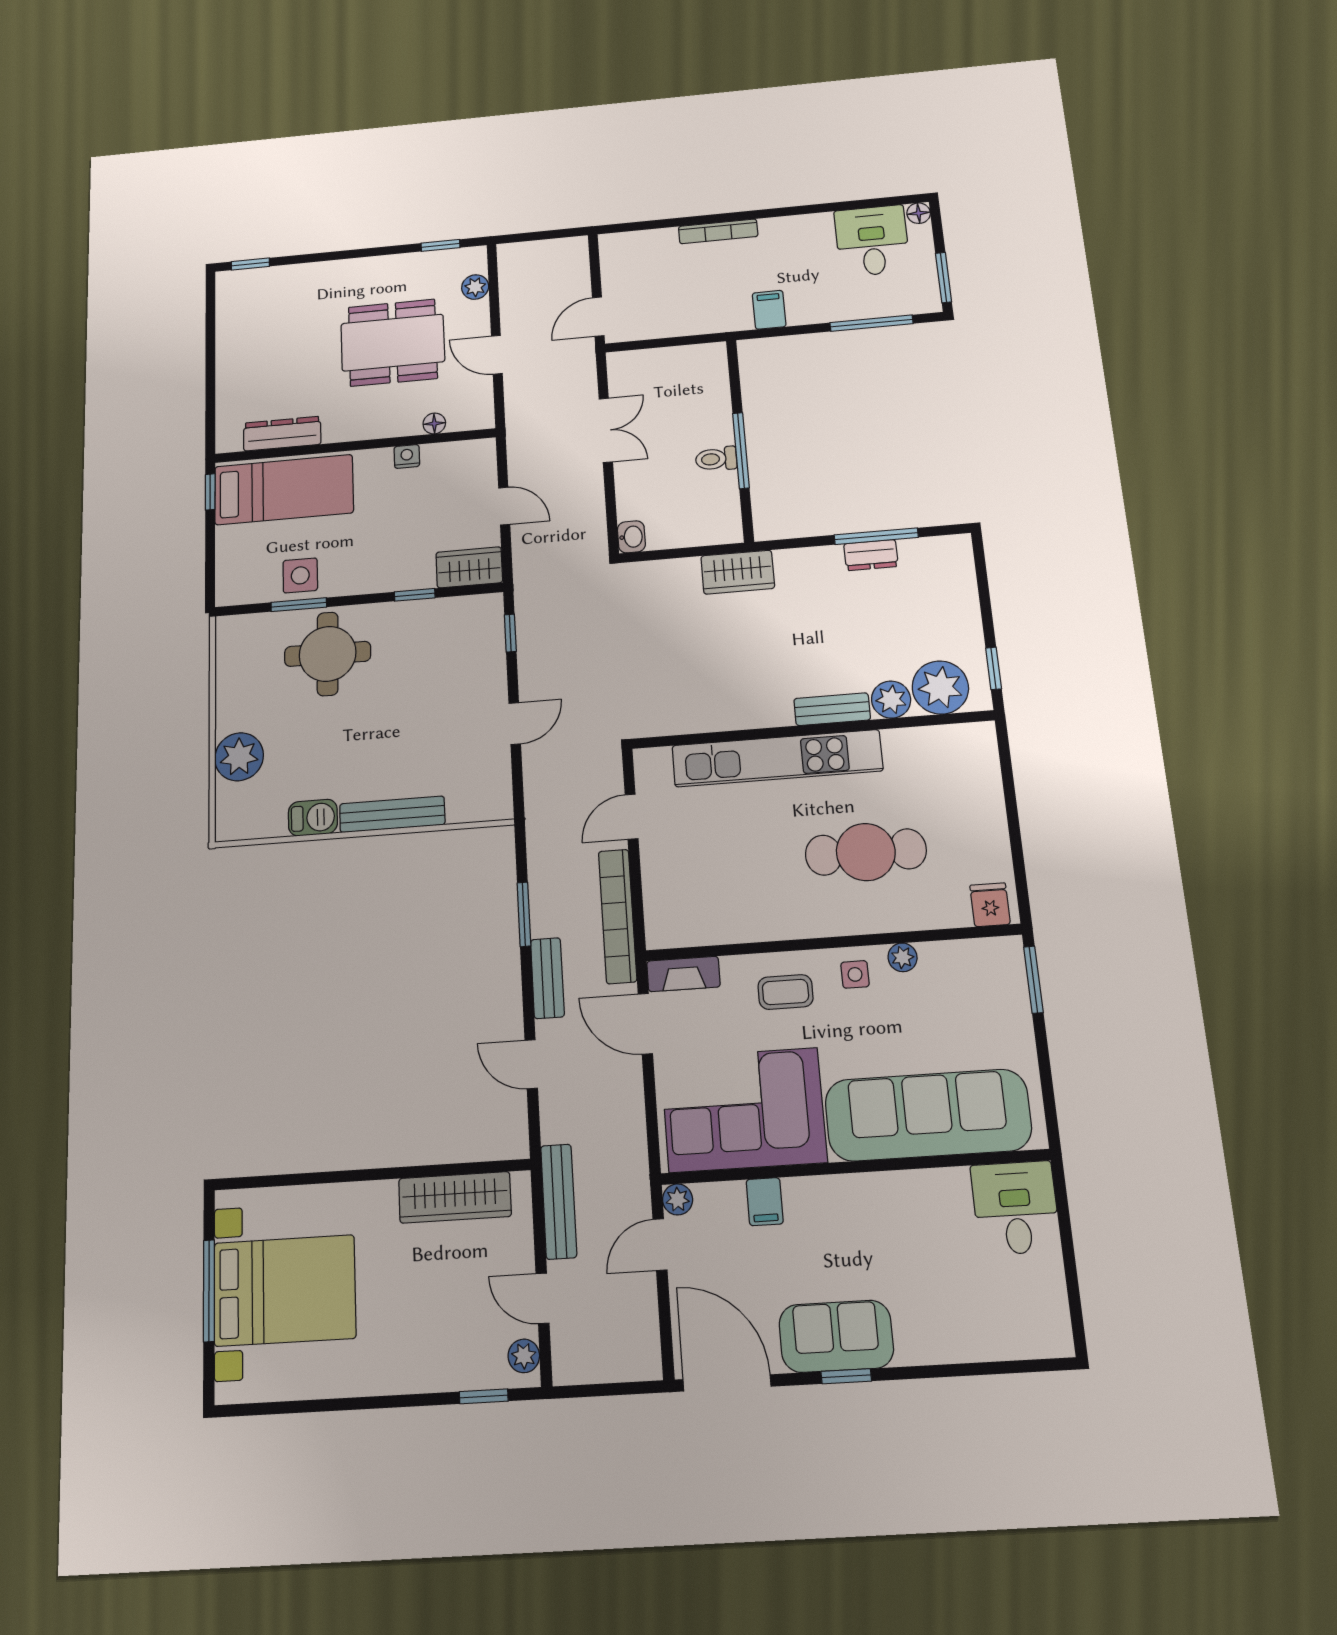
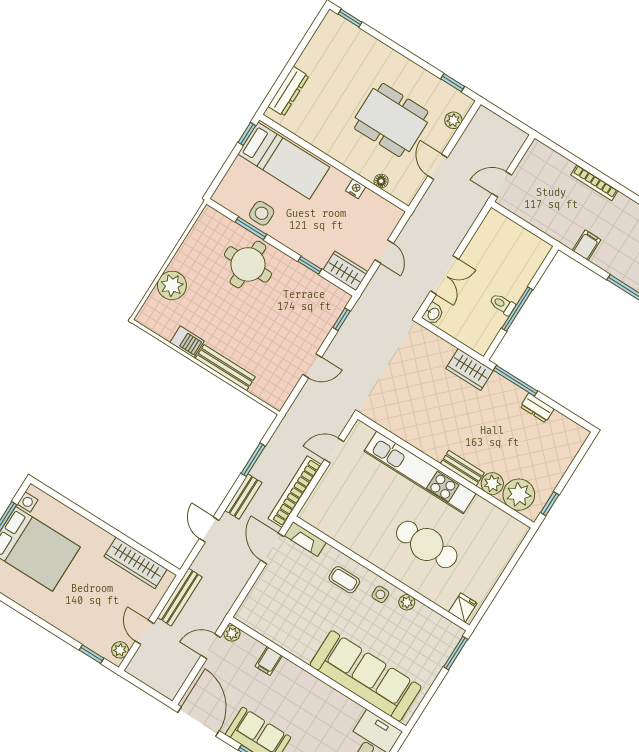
double door: (606, 430) -> (445, 275), moved
dresser: (282, 434) -> (288, 91), moved, turned 90
window: (876, 536) -> (515, 381), moved
corner sofa: (743, 1110) -> (288, 617), removed

